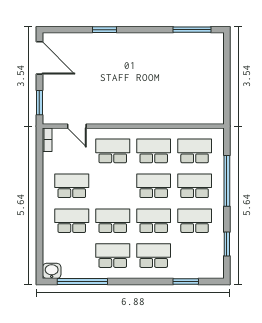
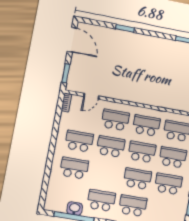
door: (77, 126) -> (91, 96), hinge flipped
school desk: (113, 221) -> (111, 147), moved
washbasin: (52, 271) -> (75, 209), moved

